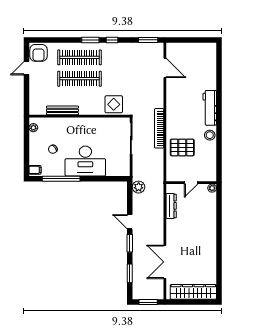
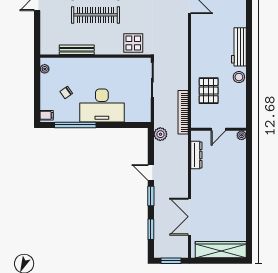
bookcase: (159, 128) -> (183, 112), moved
pallet: (182, 147) -> (209, 91), turned 90

